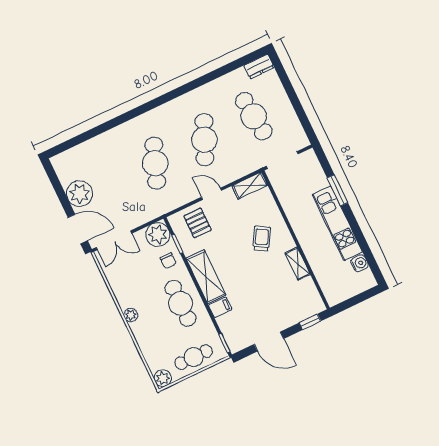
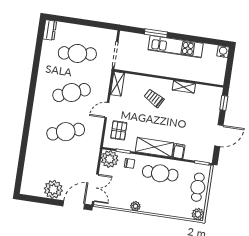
cafe table: (204, 140) -> (72, 93), turned -45
cafe table: (155, 163) -> (66, 132), turned -39
pallet: (198, 223) -> (119, 130), turned 90
water cooler: (360, 263) -> (223, 52), moved
plant: (131, 315) -> (135, 206), moved

